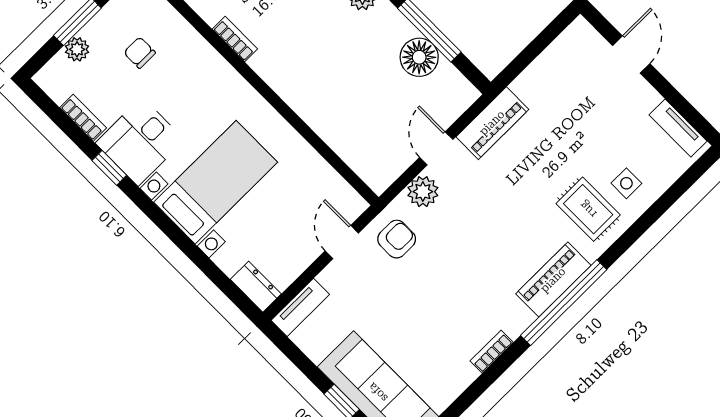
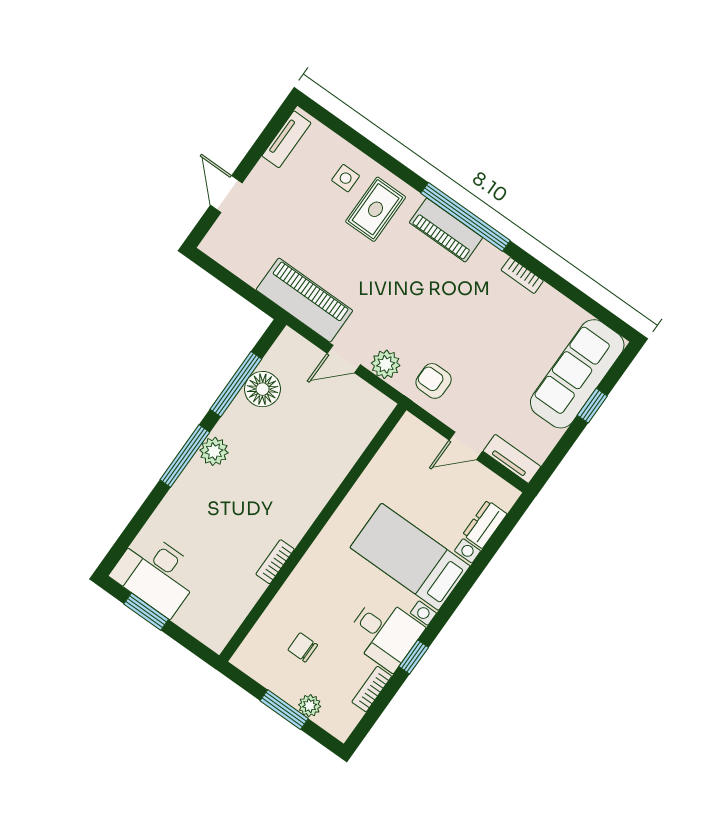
chair: (140, 53) -> (303, 647), turned 90
door: (631, 55) -> (226, 194), hinge flipped
piano: (492, 123) -> (304, 300), width x1.37, depth x1.33
door: (342, 242) -> (466, 446), moved
dresser: (256, 287) -> (485, 524), moved

